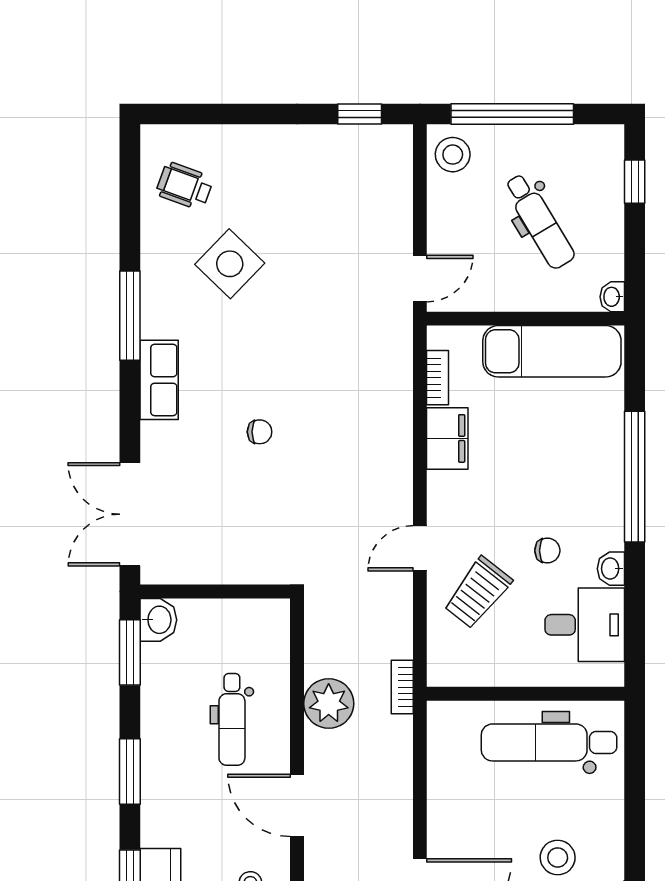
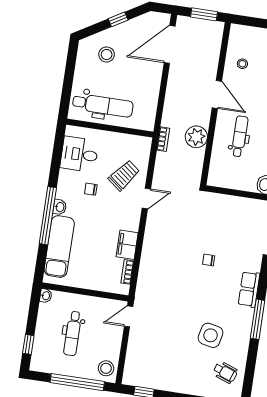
dental chair: (539, 221) -> (73, 333), turned -149
side table: (230, 264) -> (211, 335), turned -32
exam couch: (552, 351) -> (59, 246), moved, turned 90
washbasin: (611, 569) -> (60, 207), moved

